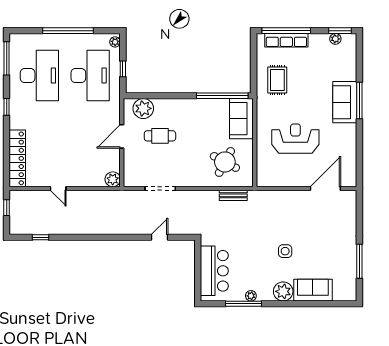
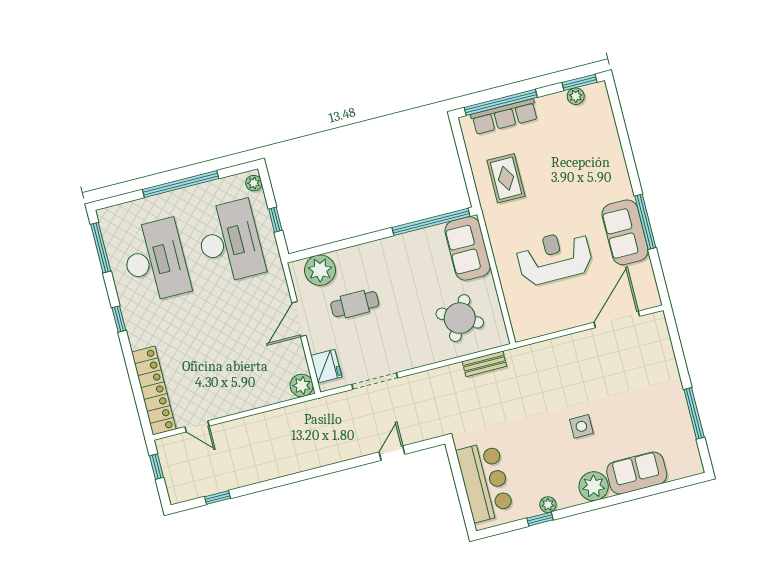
window: (359, 101) -> (645, 222), moved
sofa: (345, 102) -> (625, 232), moved
fridge: (132, 171) -> (326, 366), added
door: (58, 188) -> (197, 426), moved
window: (244, 304) -> (540, 519), width x0.46

